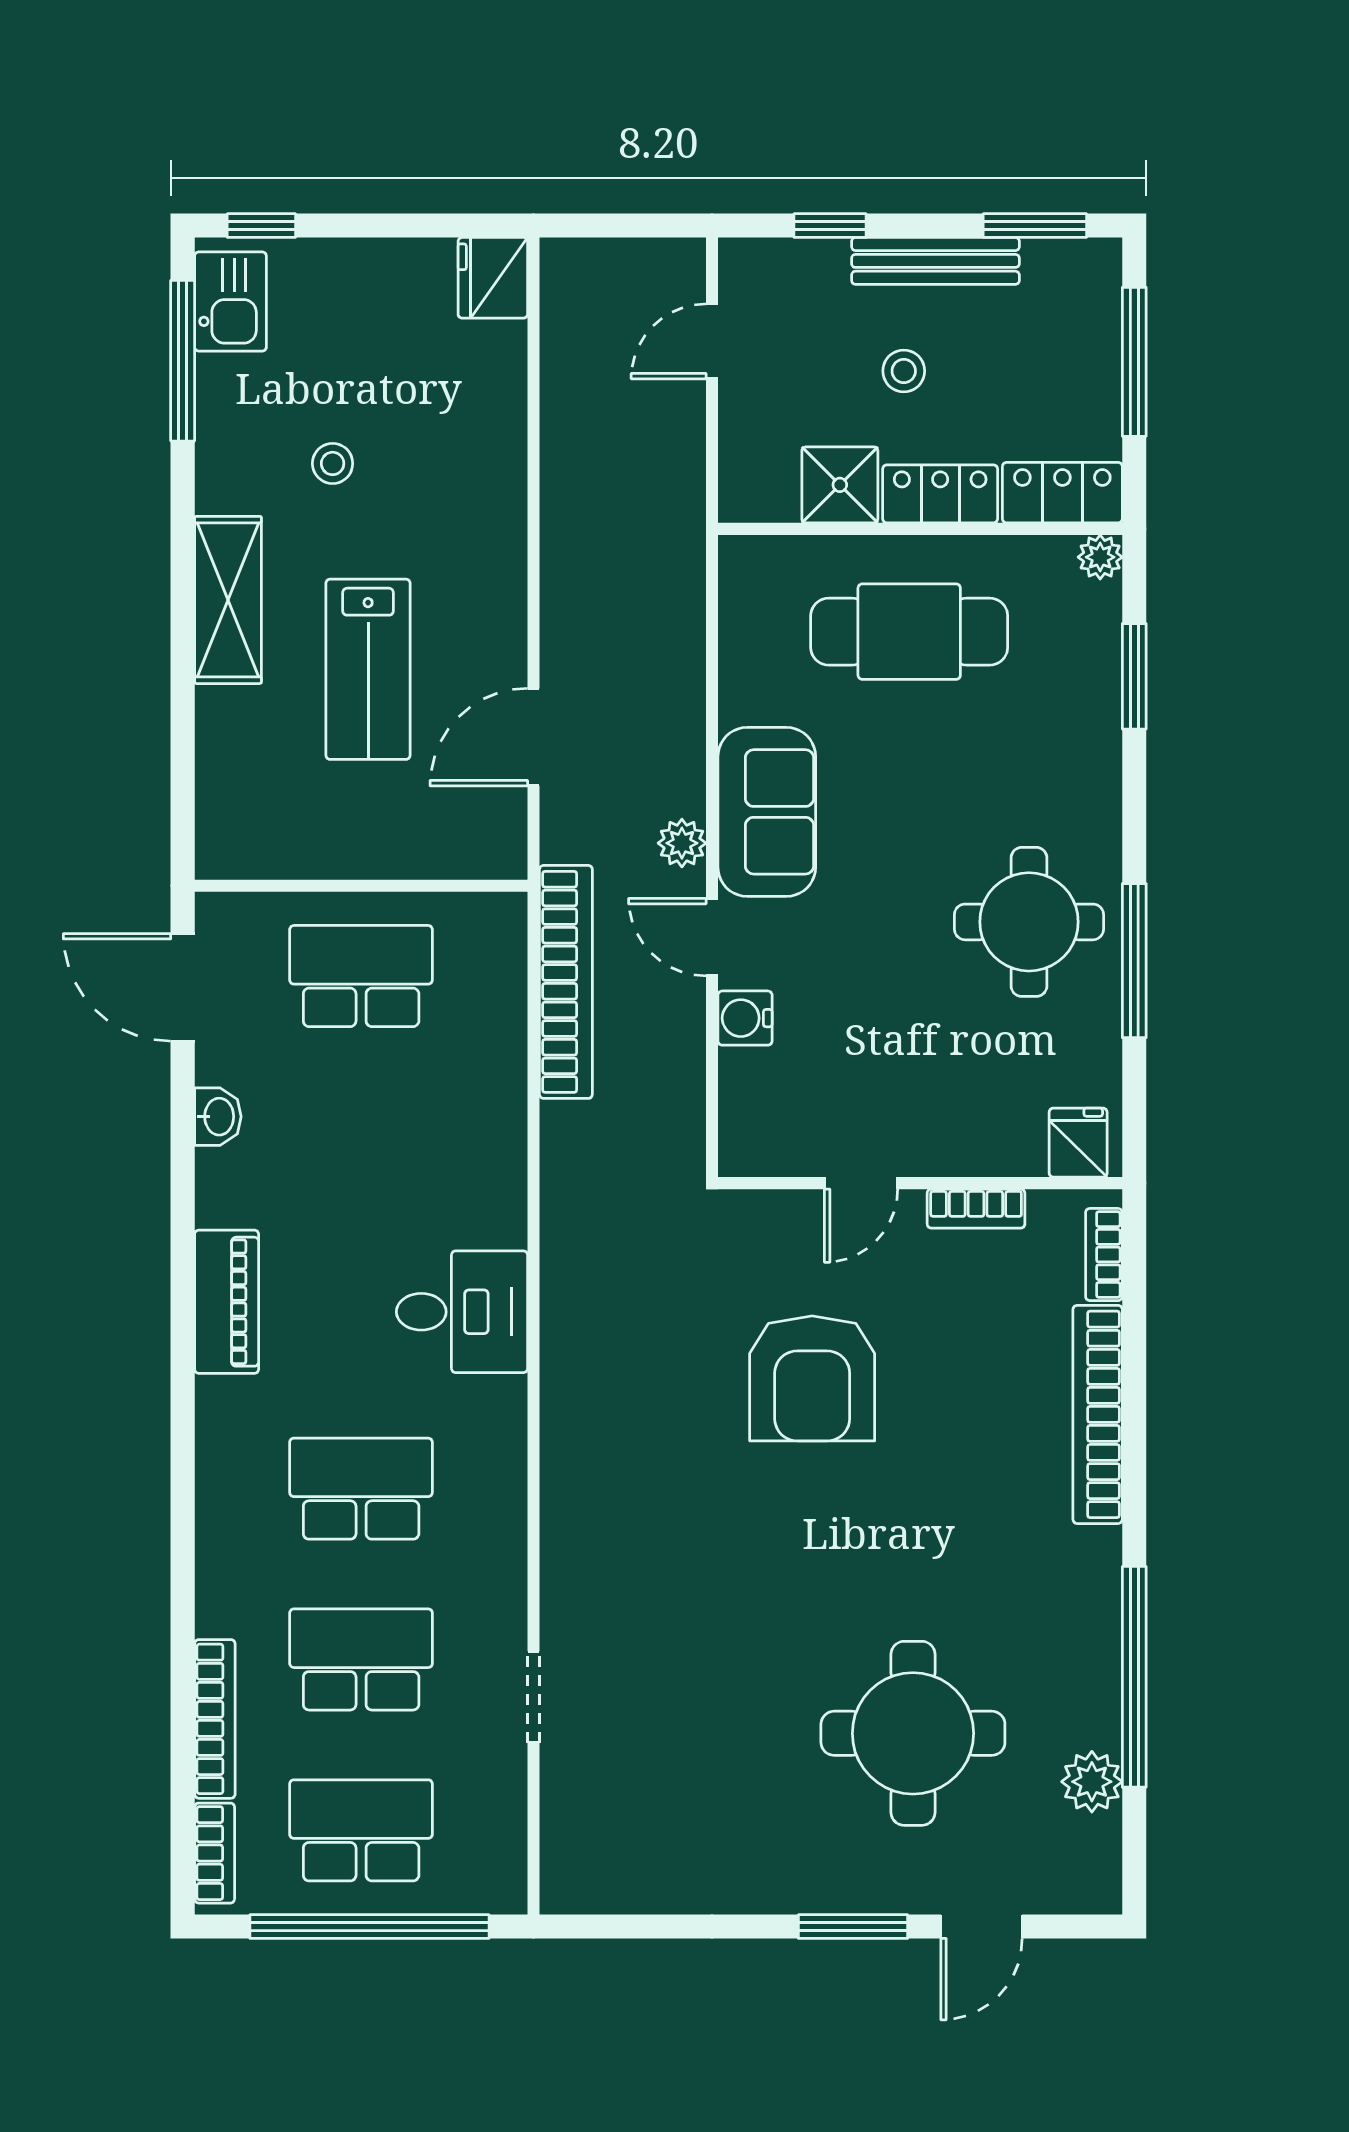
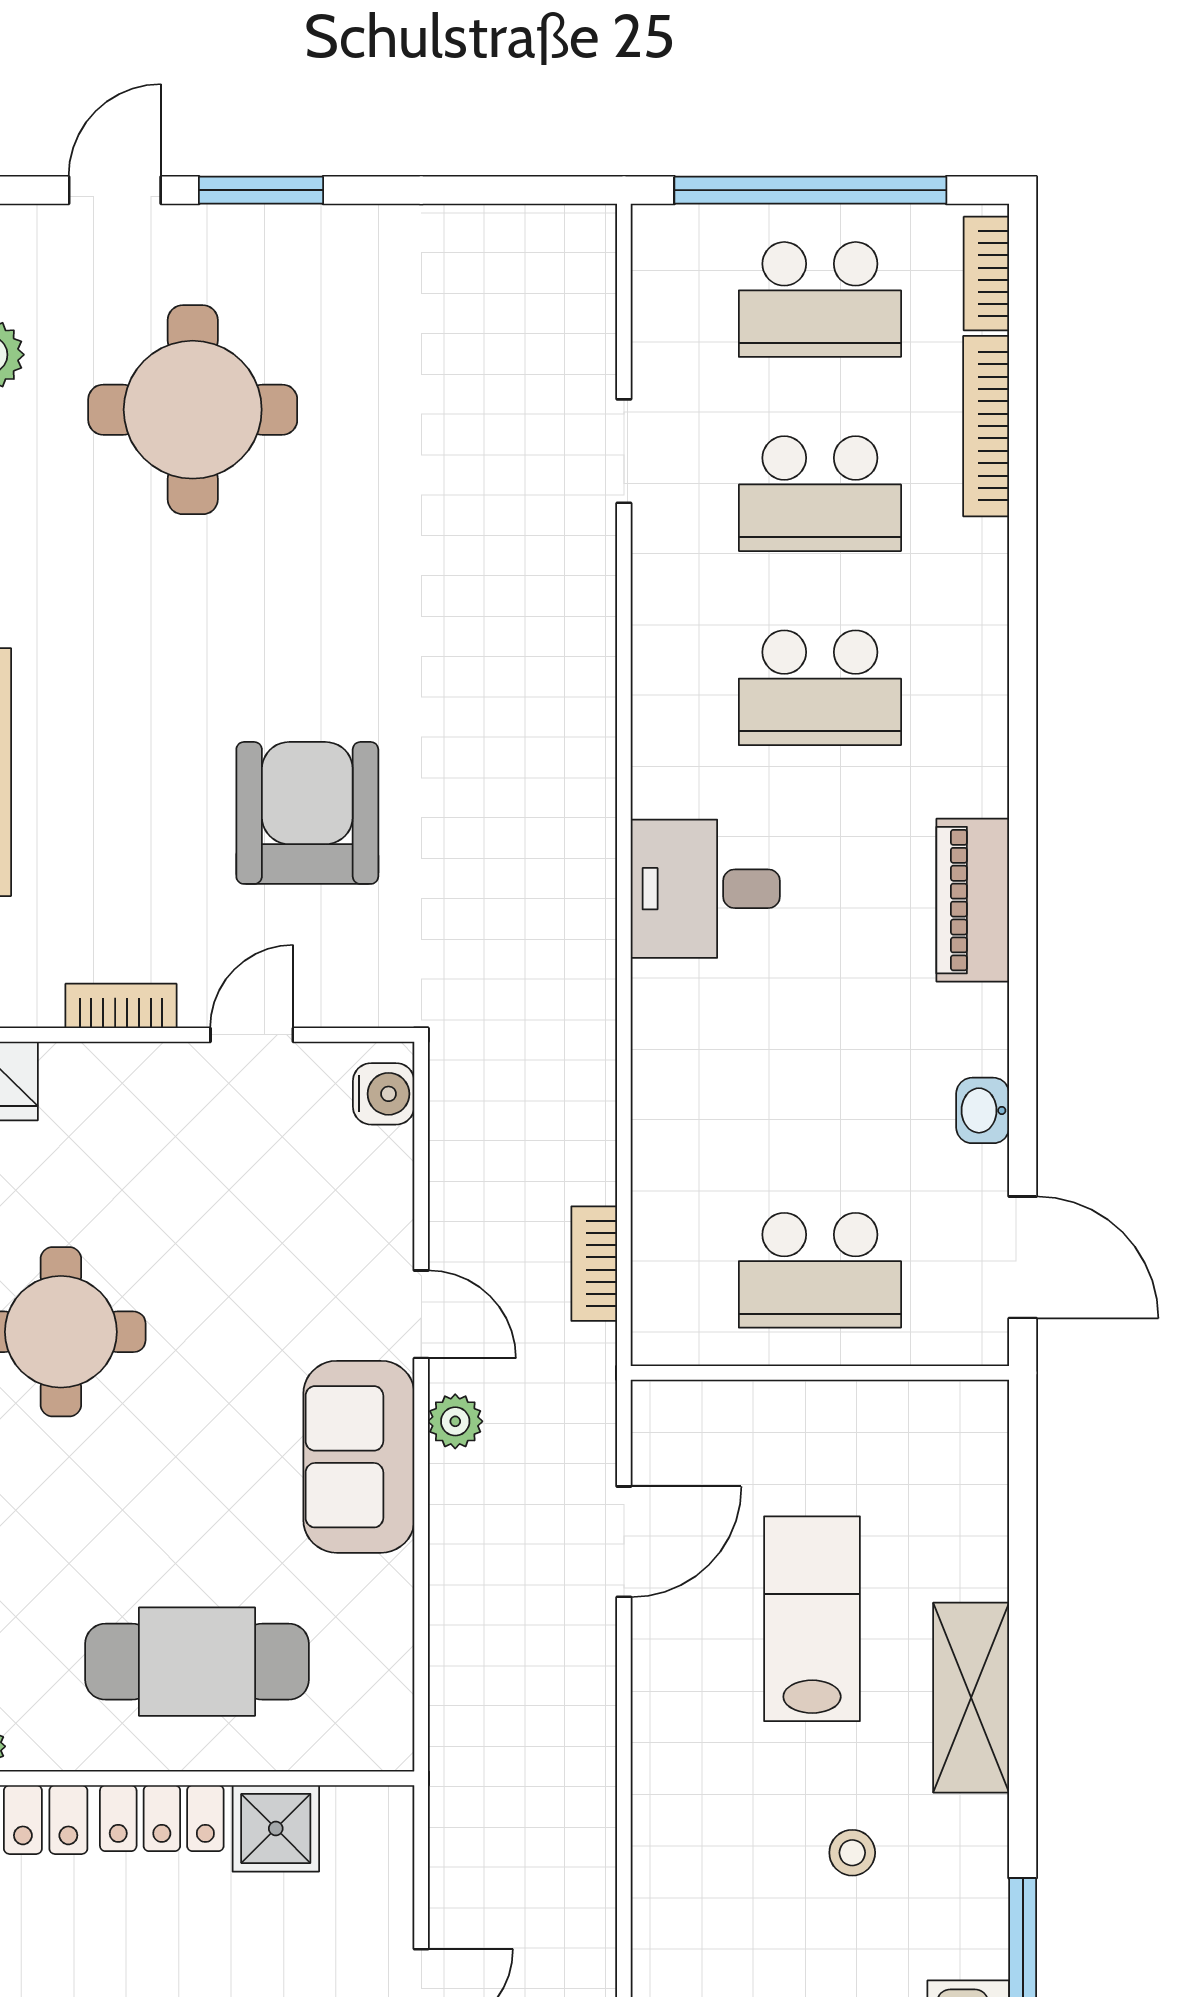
stool: (904, 371) -> (203, 1958), removed
bookcase: (566, 982) -> (594, 1264), width x0.43, depth x0.76
water cooler: (745, 1018) -> (384, 1094), moved

